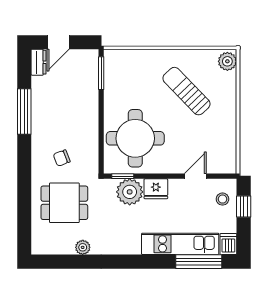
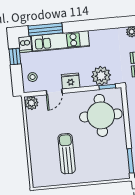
plant: (227, 61) -> (31, 103), moved
sun lounger: (186, 91) -> (67, 154), turned -136
fridge: (156, 189) -> (71, 81), moved
window: (244, 207) -> (15, 57), moved

